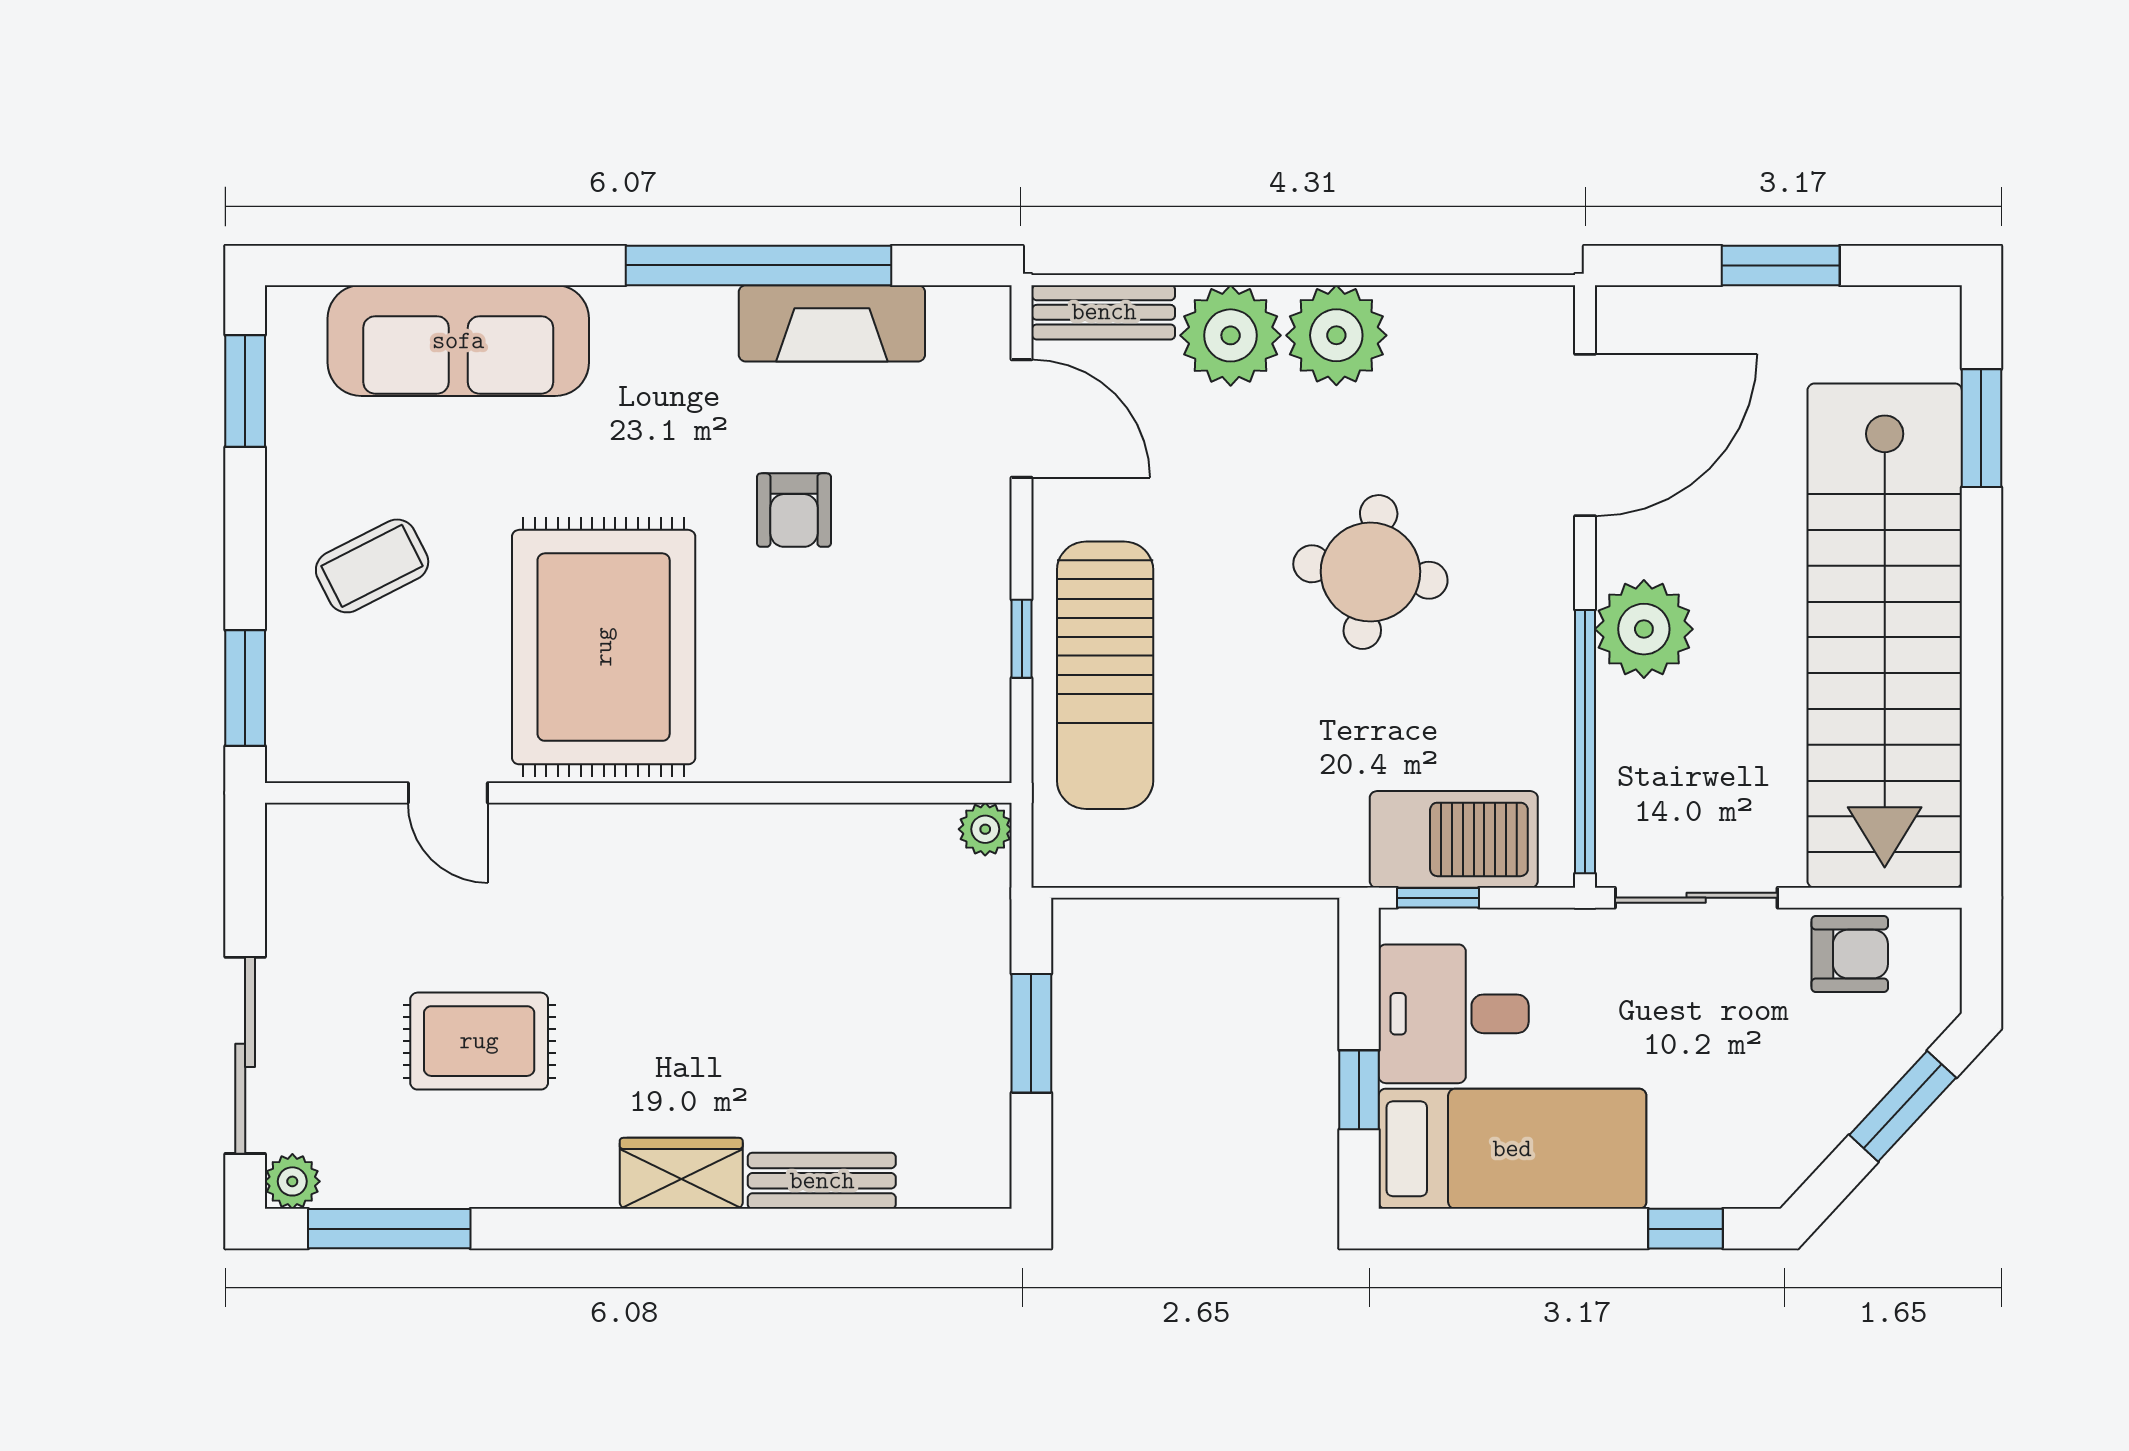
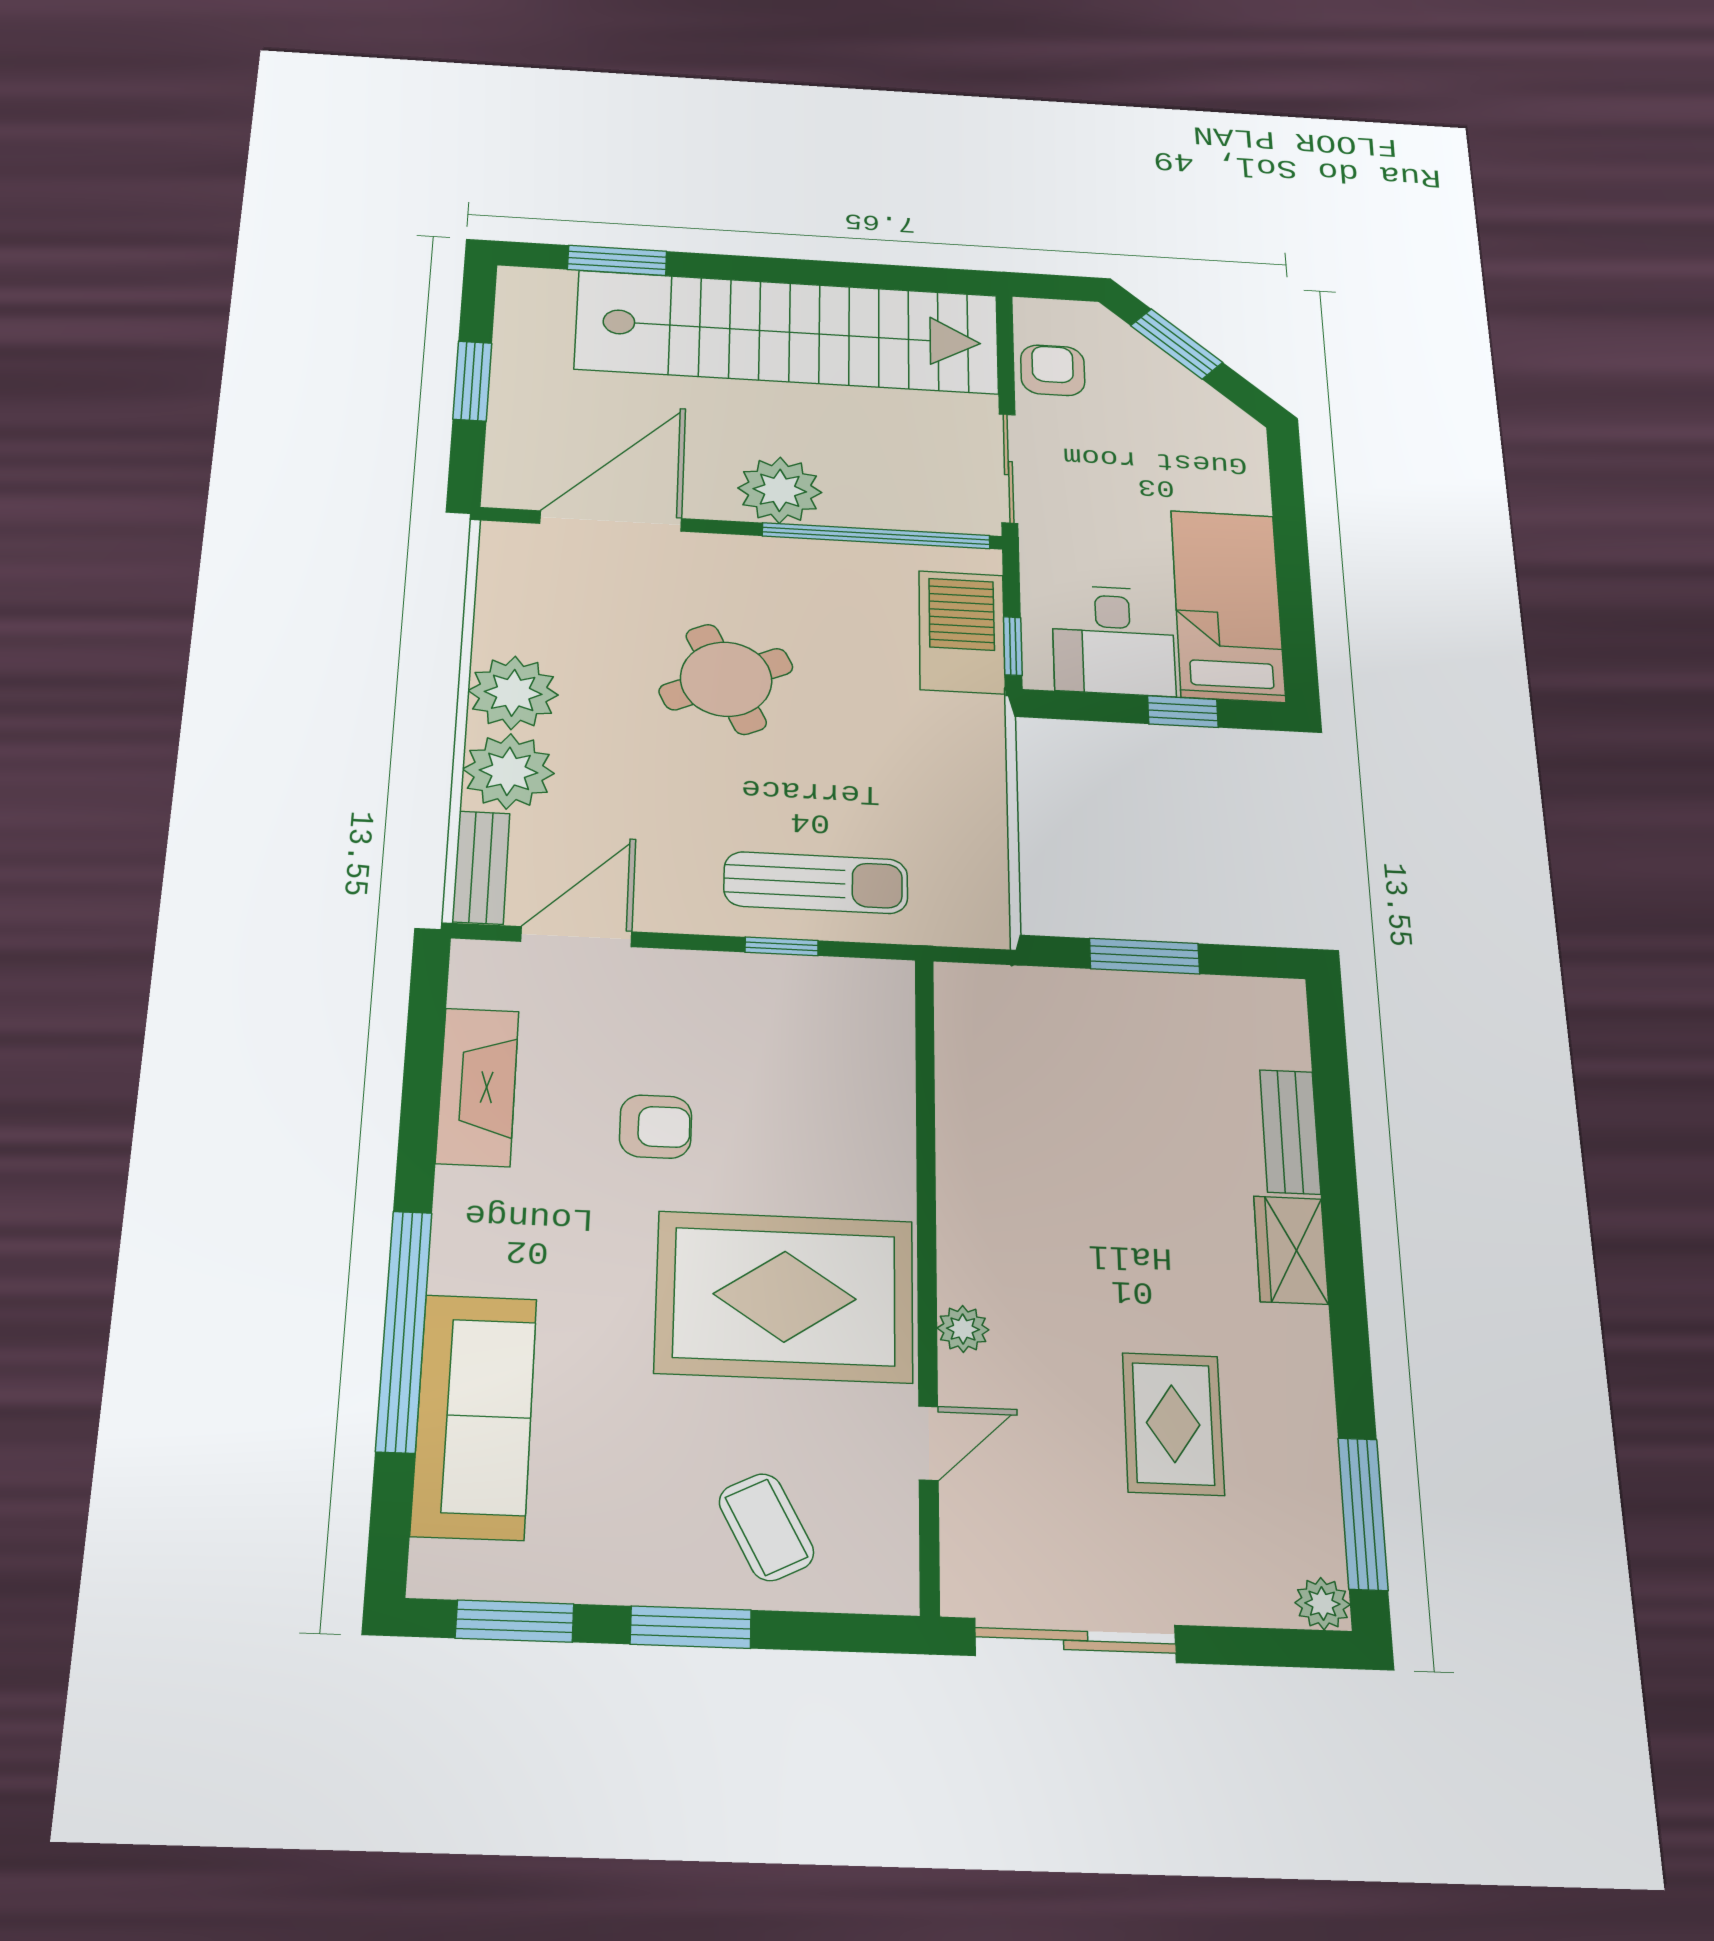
window: (759, 265) -> (404, 1330), moved
door: (1585, 435) -> (611, 521), hinge flipped
coffee table: (372, 566) -> (766, 1527), moved
round table: (1370, 572) -> (726, 679), turned -33
sun lounger: (1105, 675) -> (816, 883), width x0.73, depth x0.75
window: (245, 688) -> (691, 1627), moved
plant: (985, 829) -> (963, 1329), moved
sliding door: (245, 1055) -> (1076, 1640), moved
window: (1686, 1229) -> (1287, 491), removed

